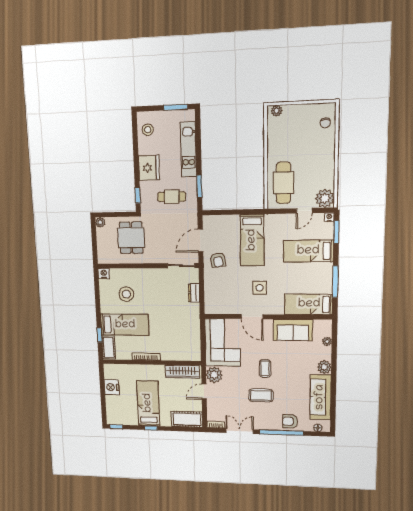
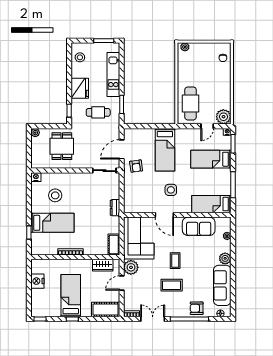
dresser: (194, 293) -> (115, 208), moved
cot: (109, 347) -> (114, 244), moved
wardrobe: (182, 372) -> (103, 265), width x0.67

